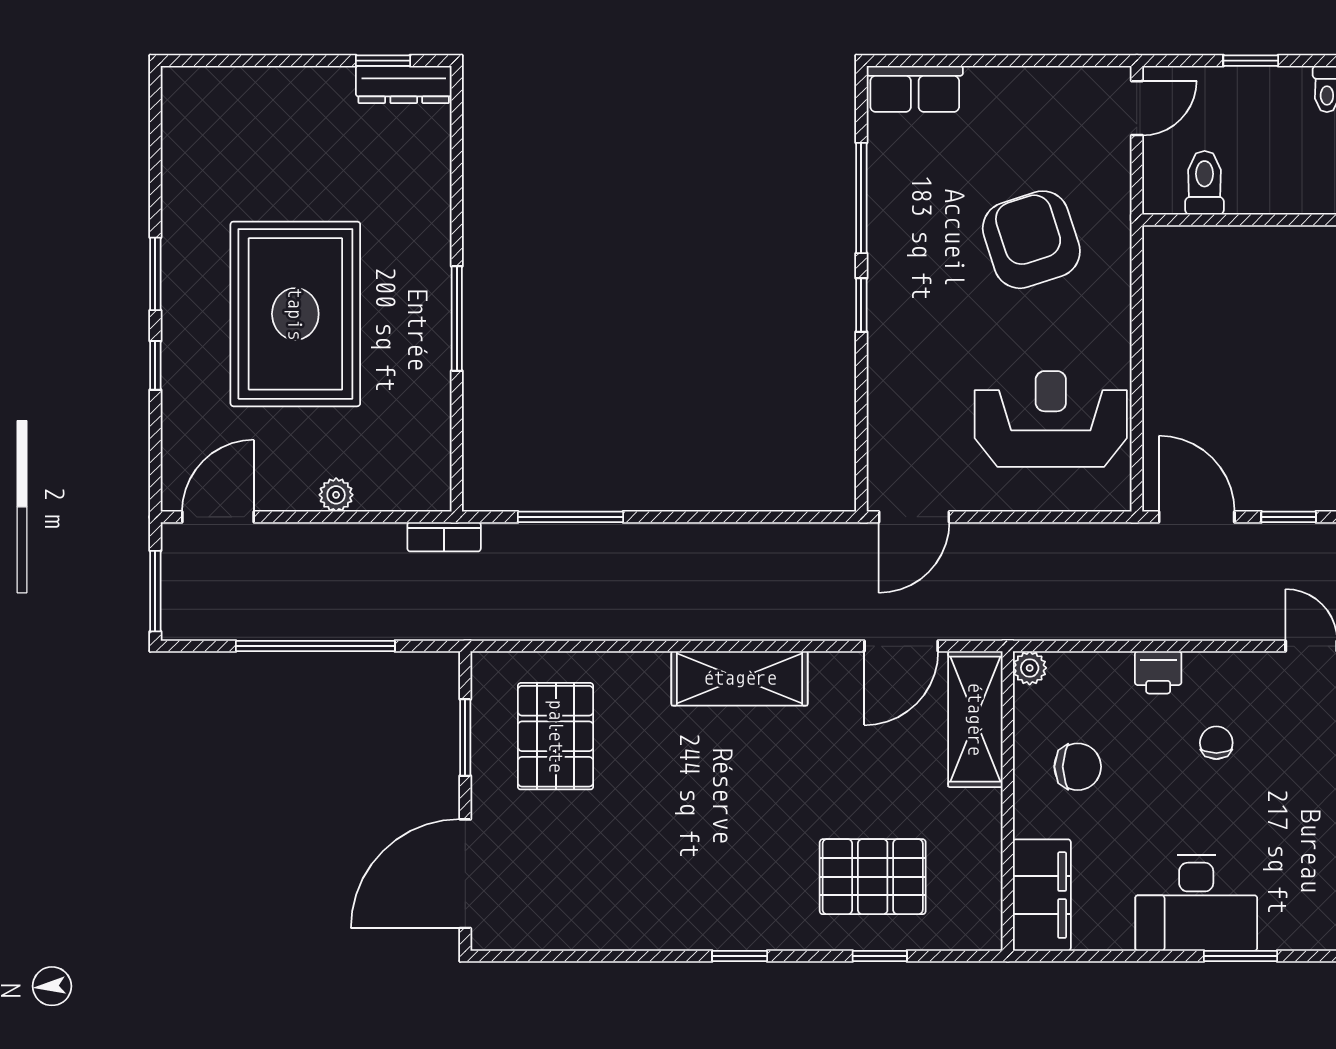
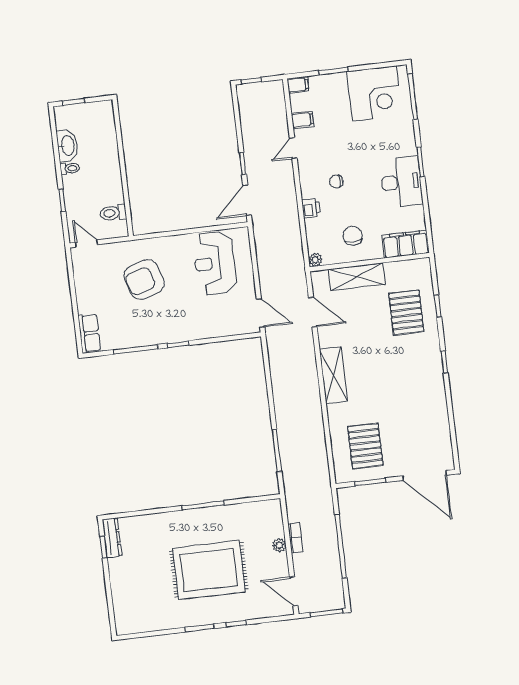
bookcase: (444, 537) -> (295, 538), moved
shelving: (975, 719) -> (357, 277), moved
pallet: (556, 736) -> (365, 446), turned 90

